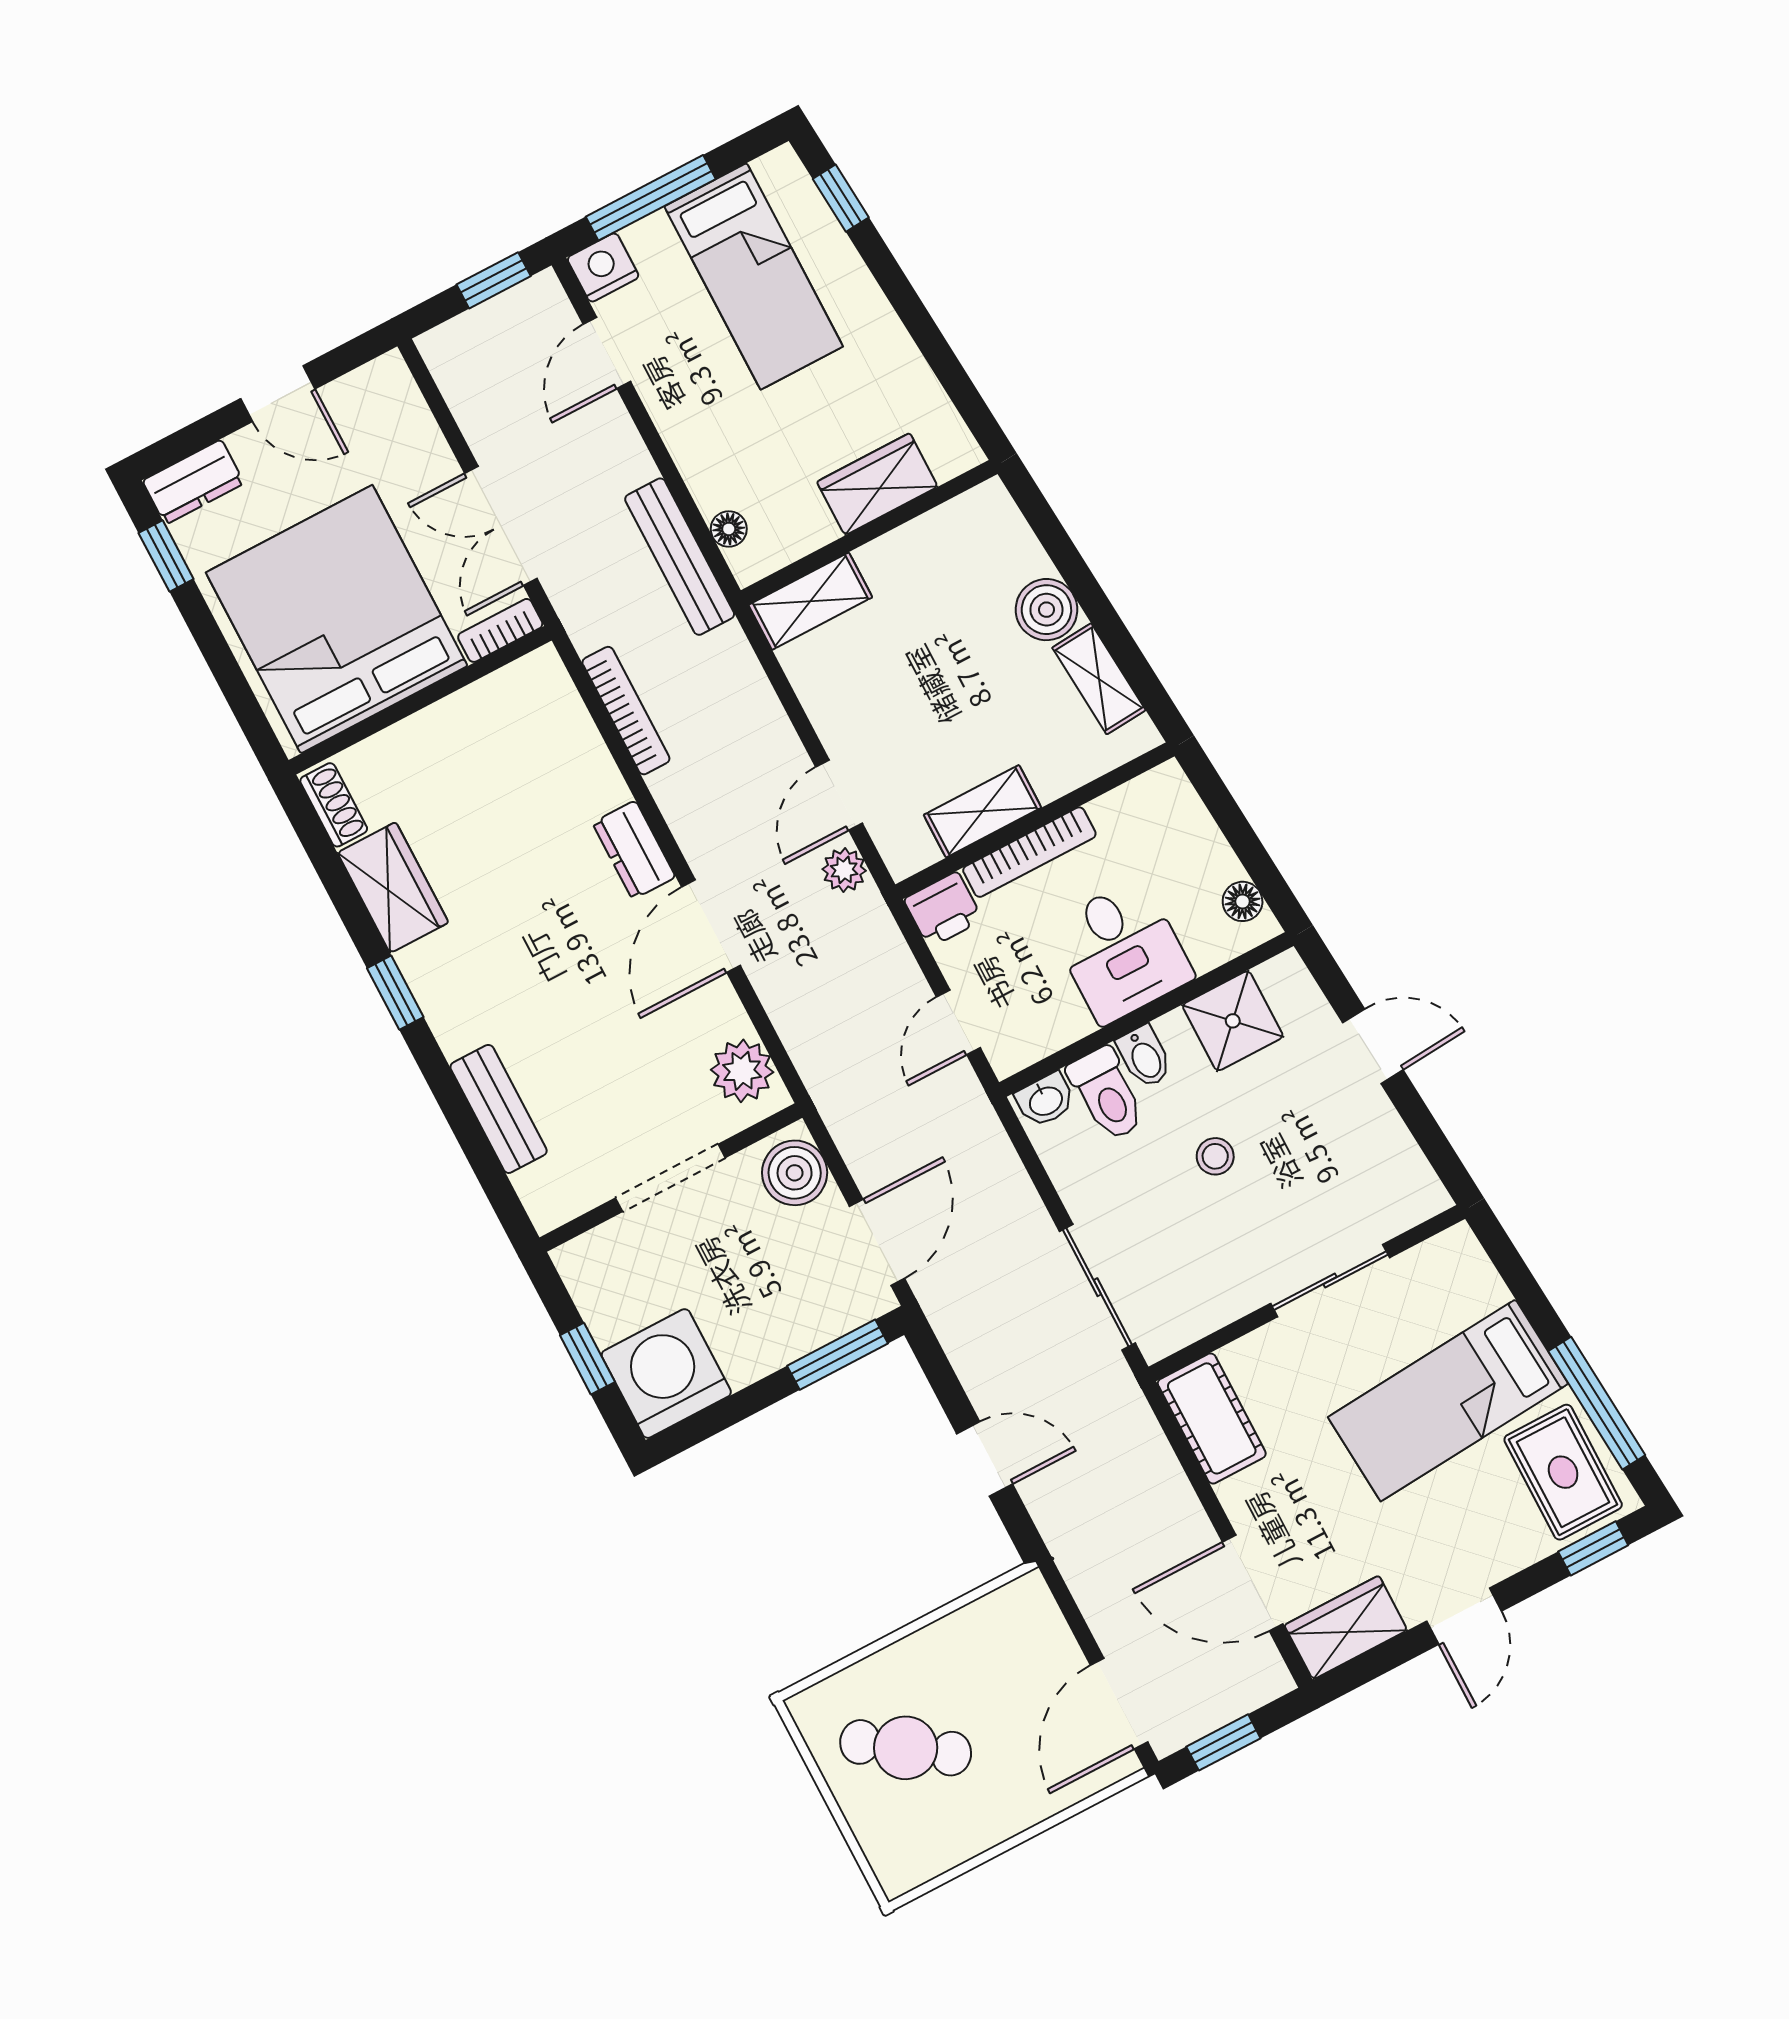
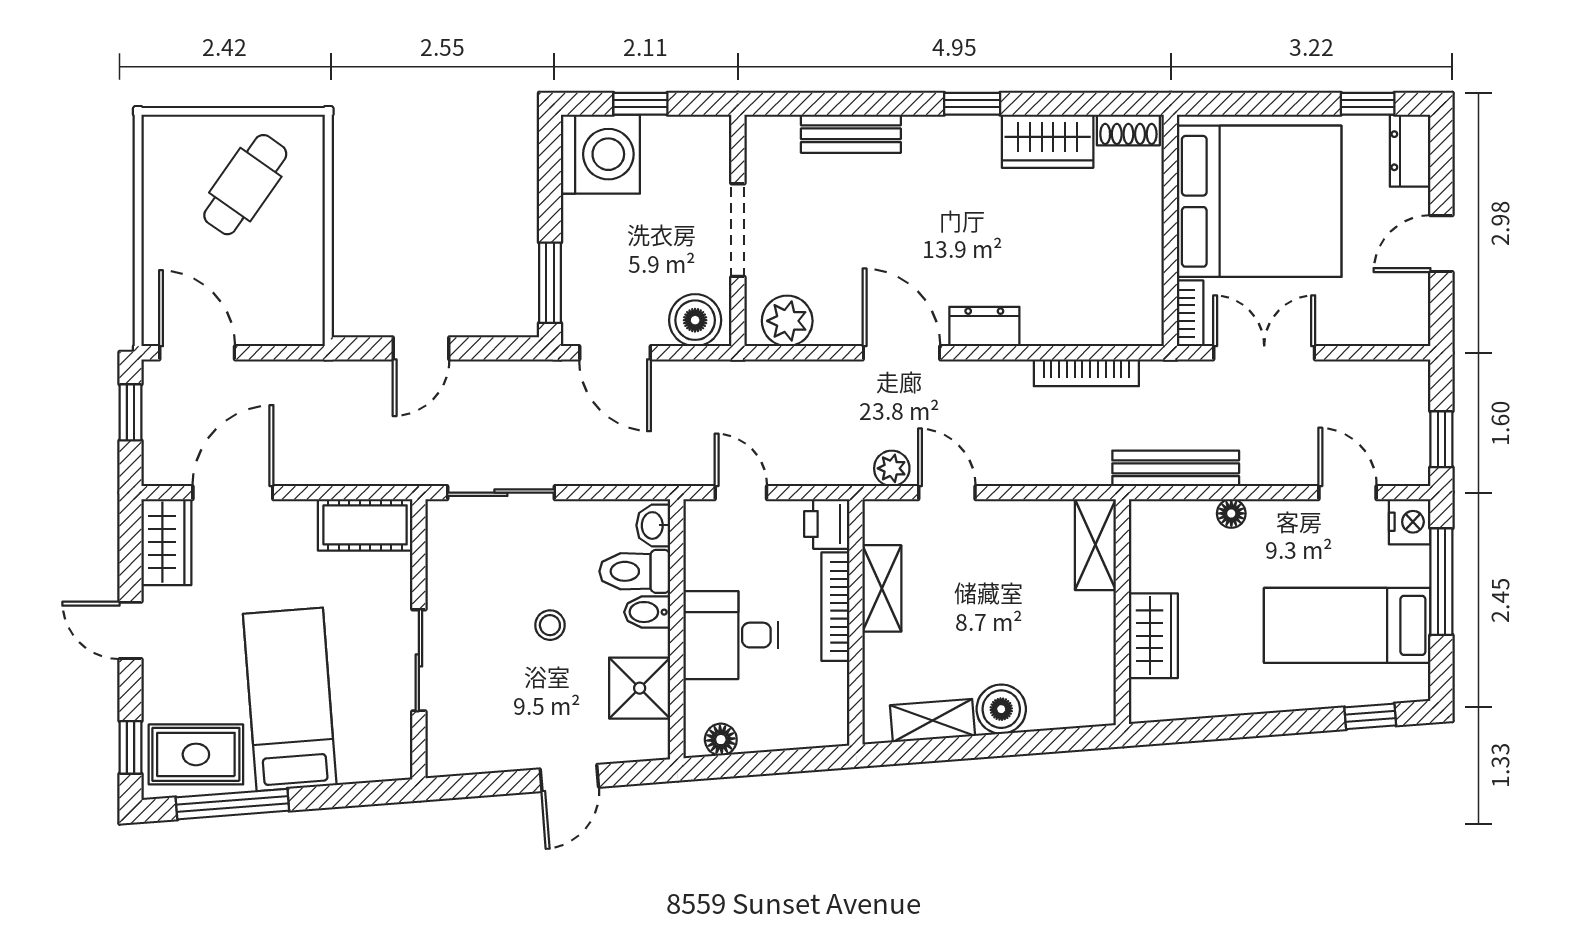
floor lamp: (729, 529) -> (1231, 513), moved

